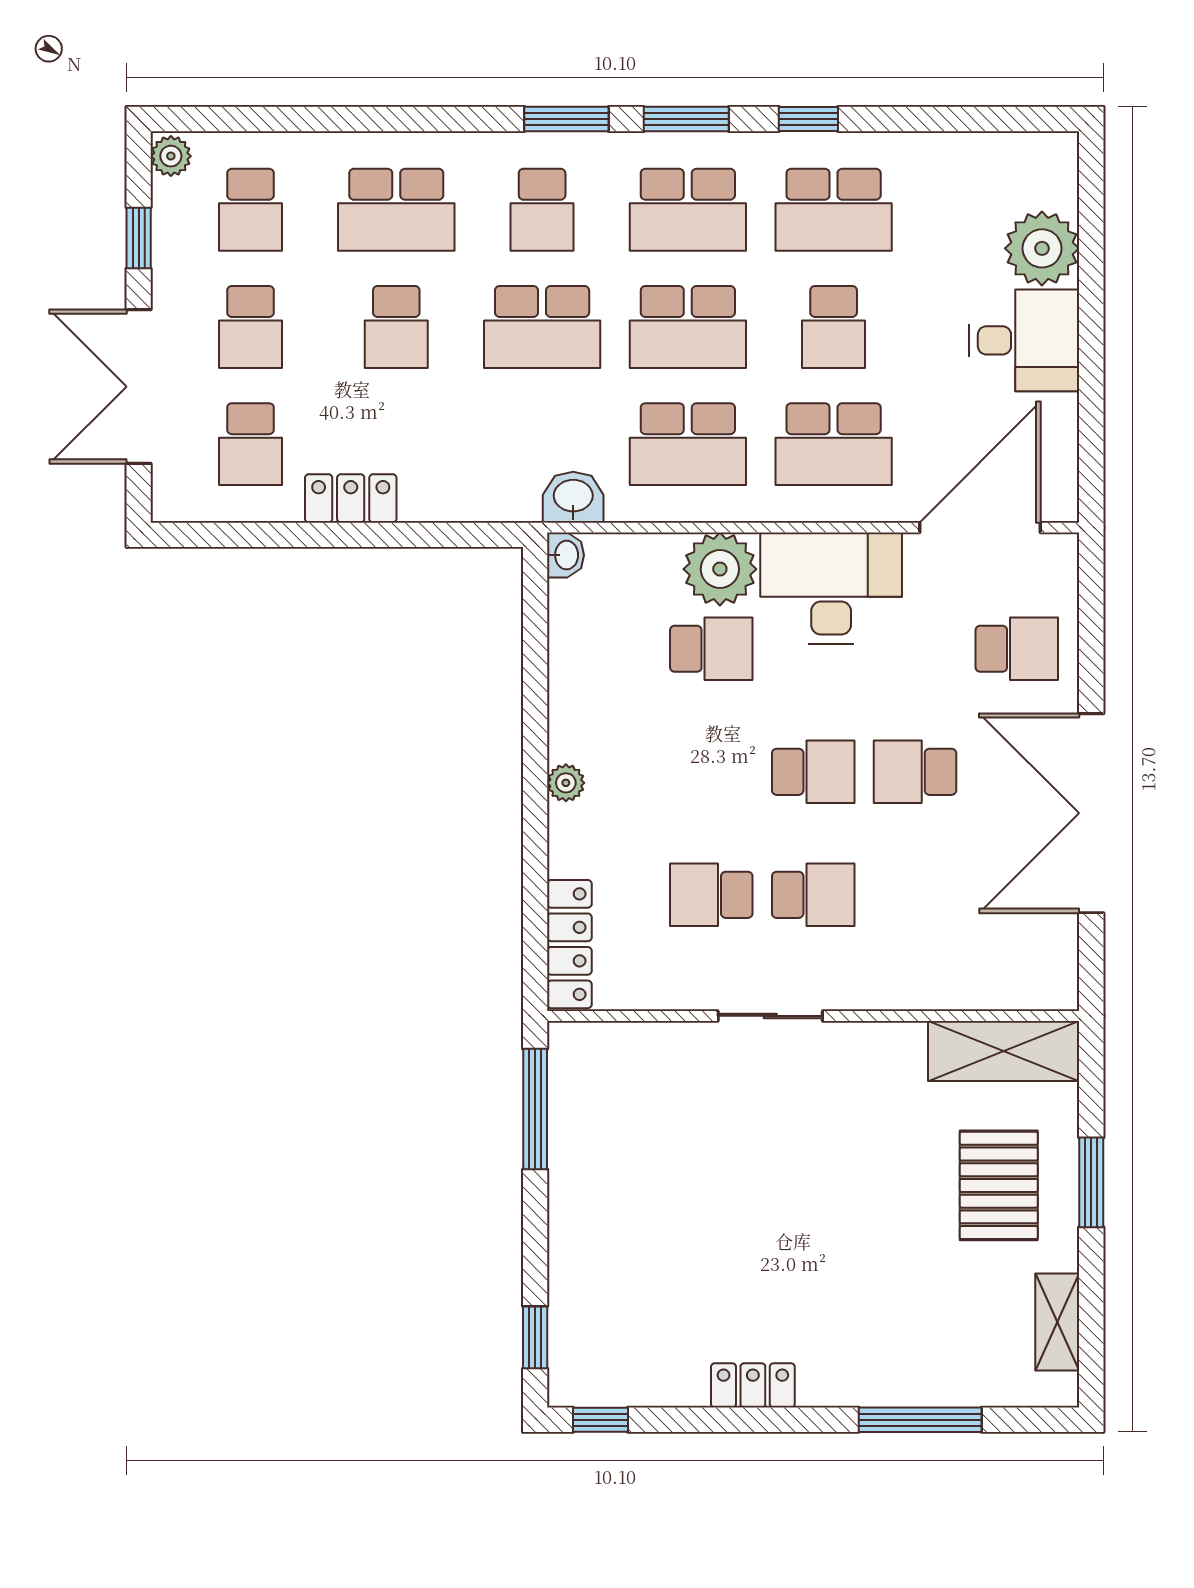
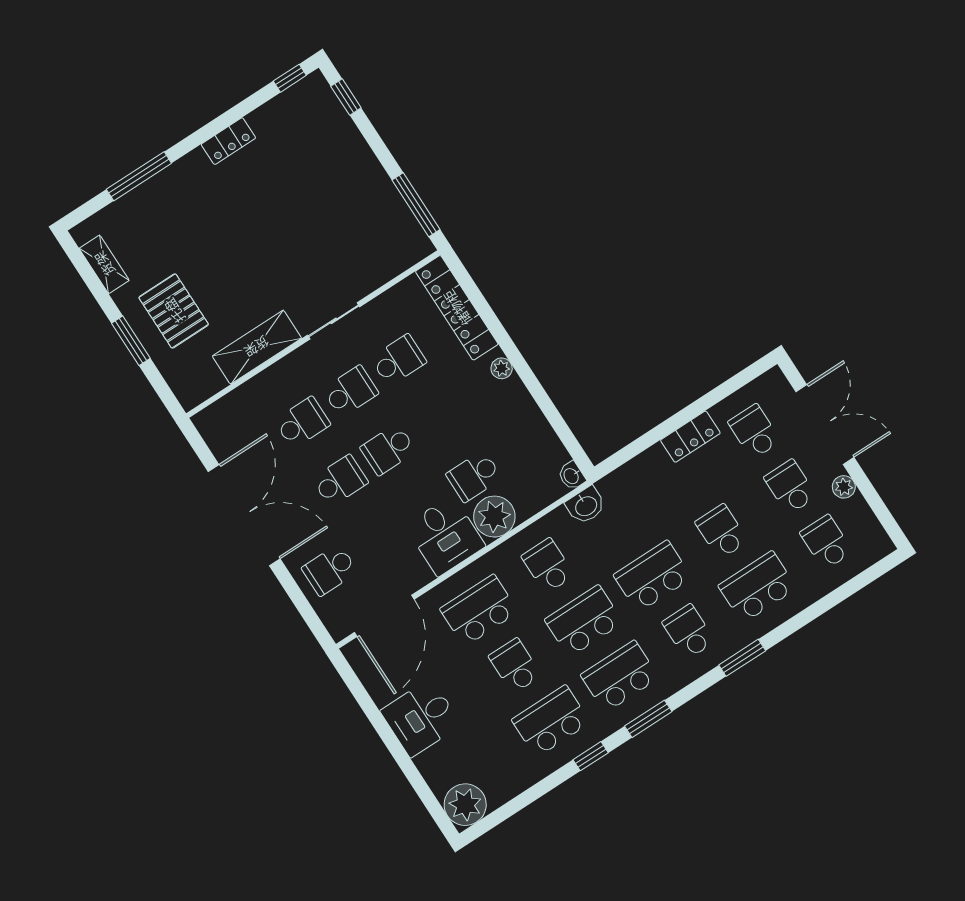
window: (566, 119) -> (742, 658), moved
plant: (171, 156) -> (844, 487), moved
window: (139, 238) -> (870, 495), removed
plant: (1042, 248) -> (465, 805), moved
school desk: (688, 444) -> (548, 566), width x0.54
desk: (831, 588) -> (445, 536), width x0.73
school desk: (813, 895) -> (350, 391), turned 180
school desk: (915, 895) -> (302, 423), added
locker: (569, 944) -> (457, 308), width x1.41, depth x1.21
shelving: (1004, 1051) -> (257, 347), moved

